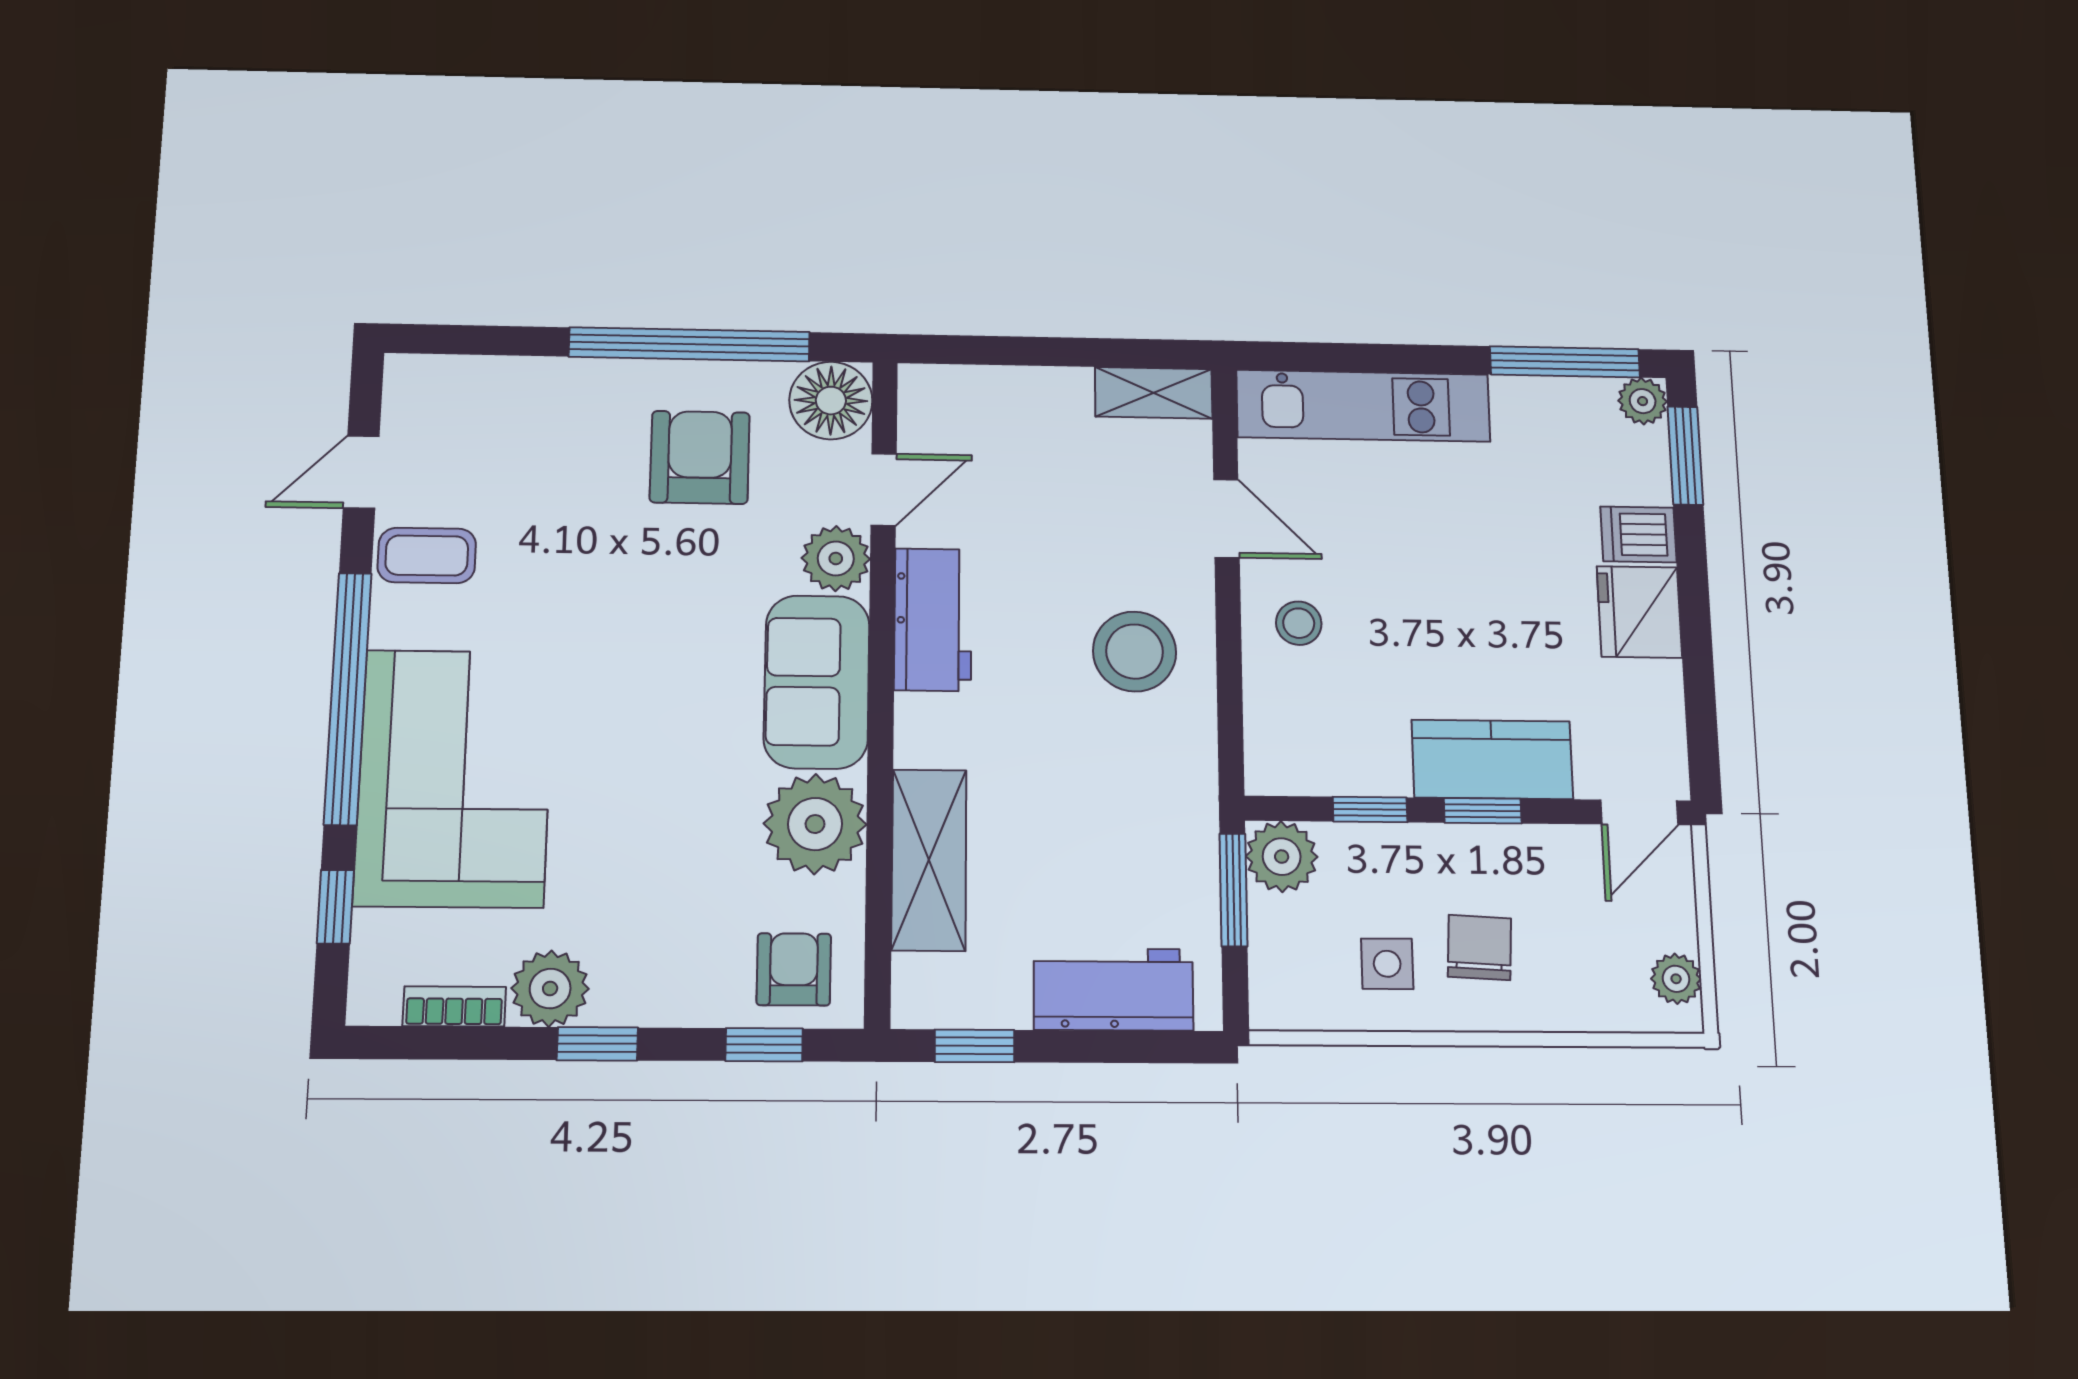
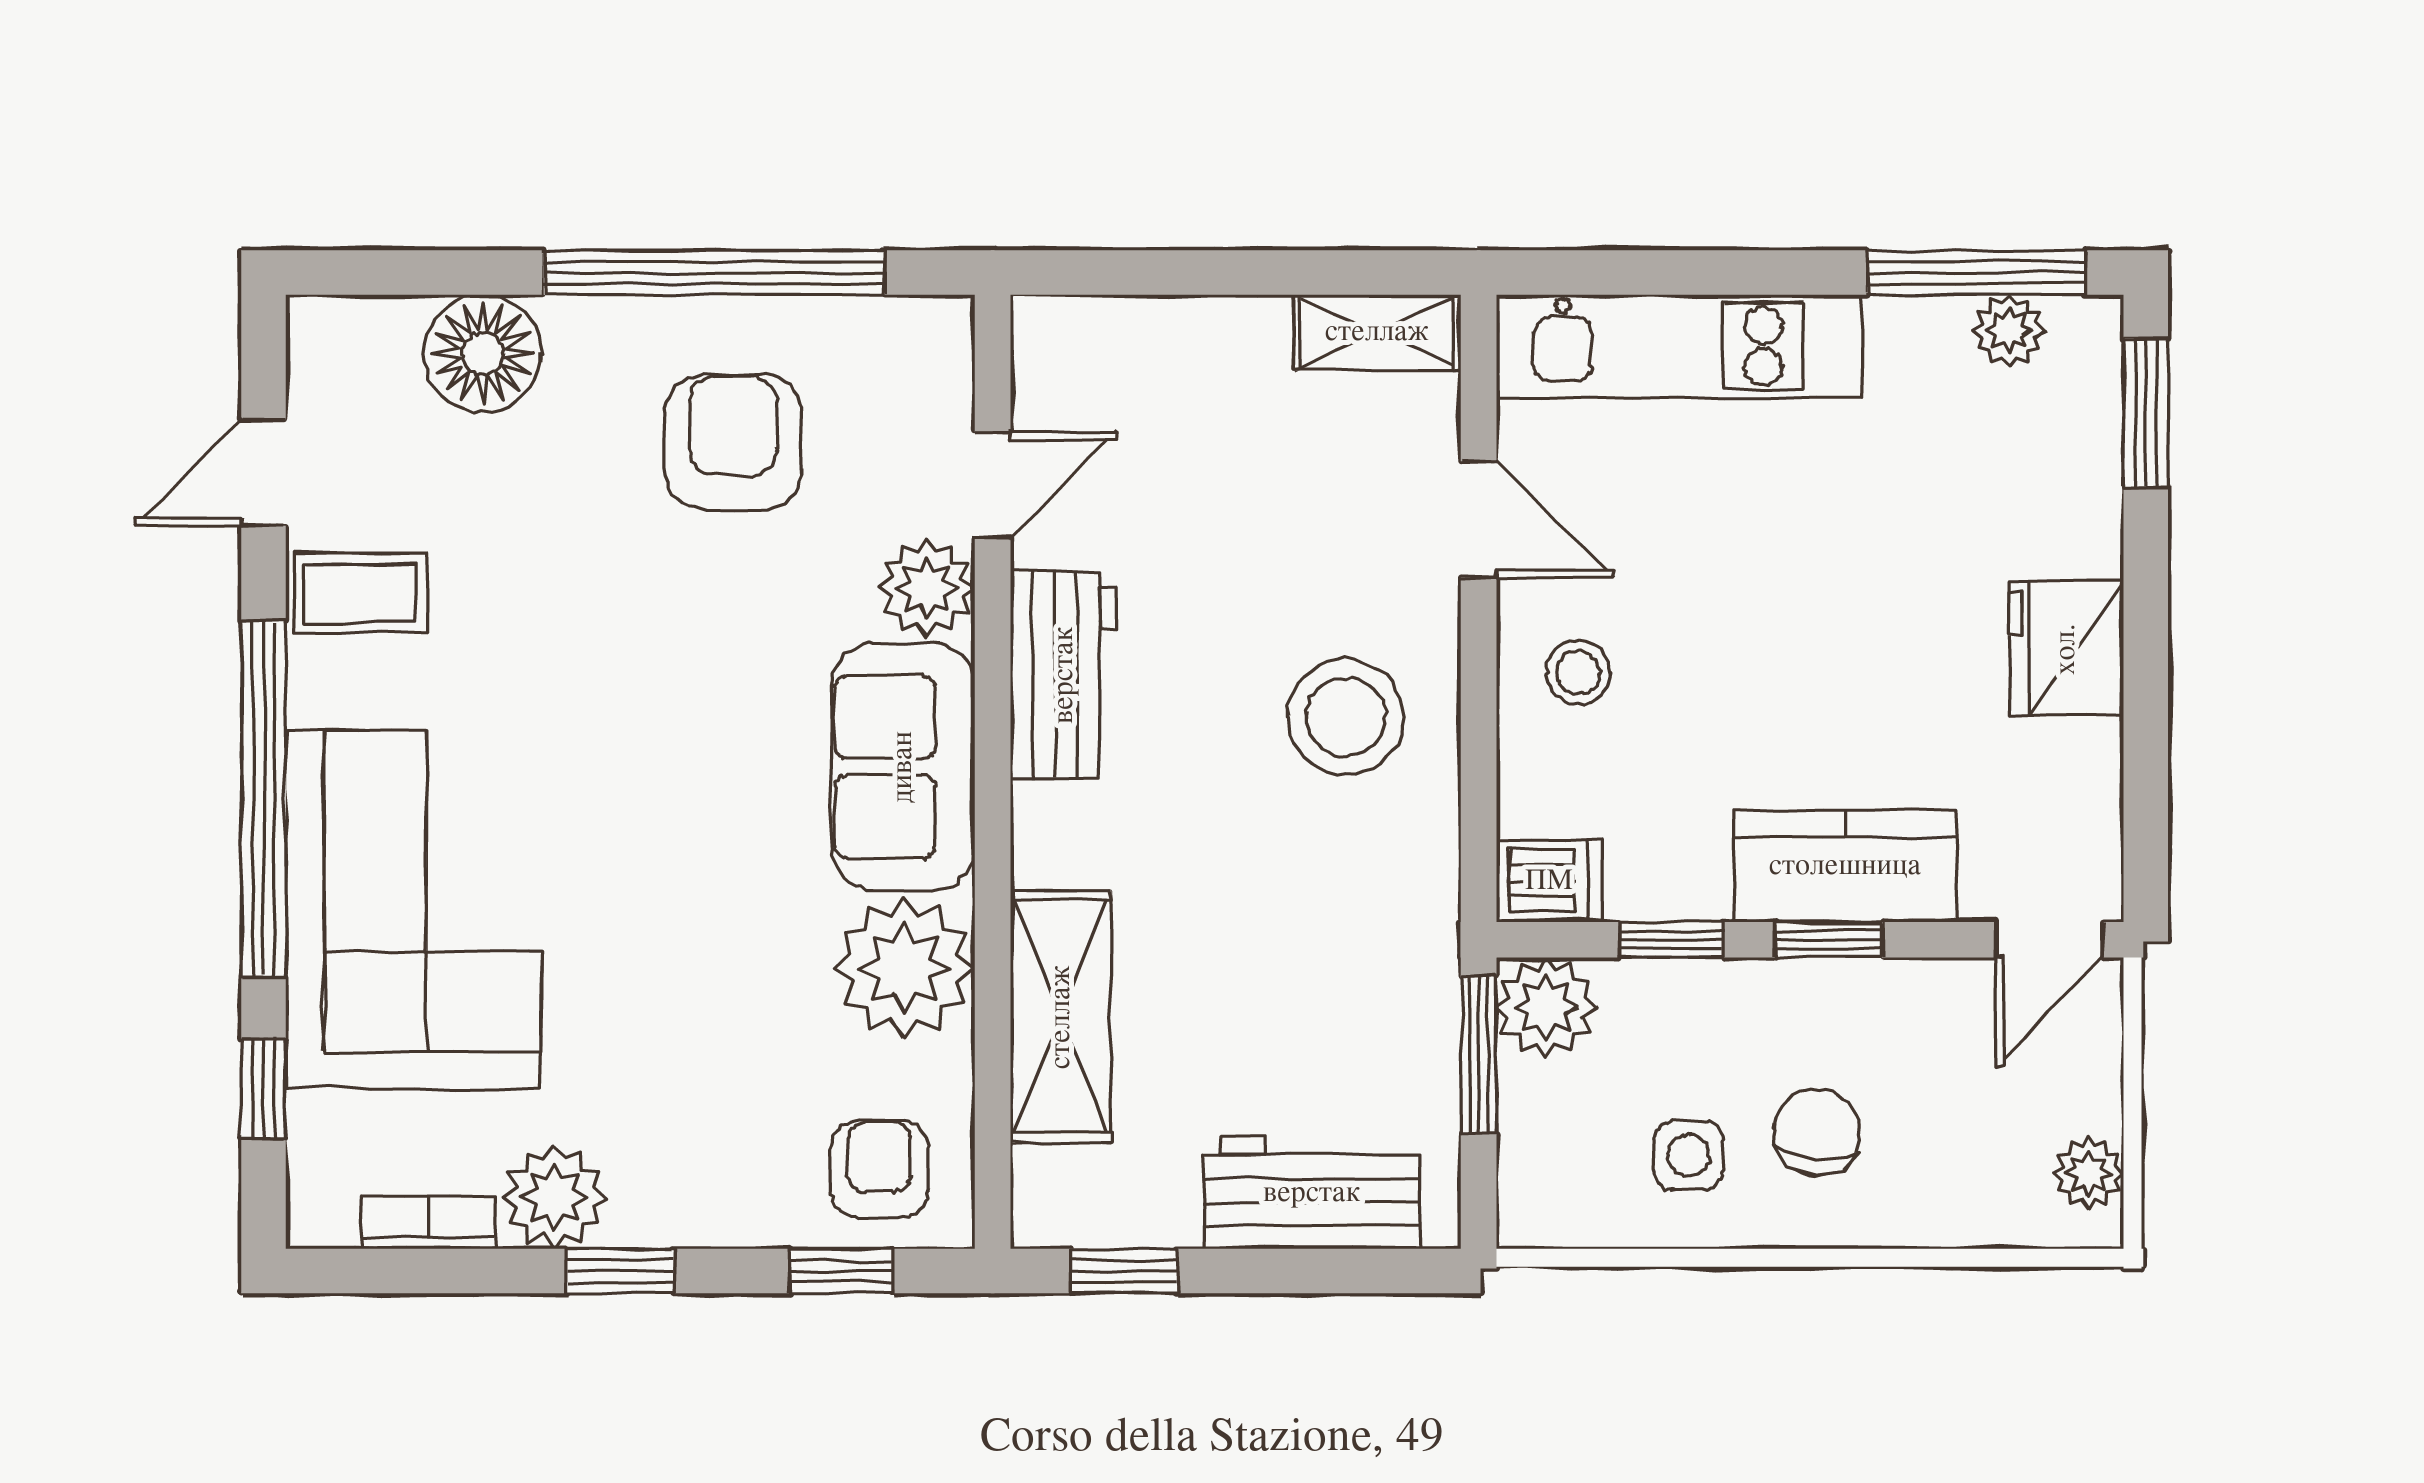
floor lamp: (831, 400) -> (483, 353), moved
plant: (1643, 401) -> (2009, 331), moved
dishwasher: (1638, 534) -> (1549, 881), moved, turned 180

